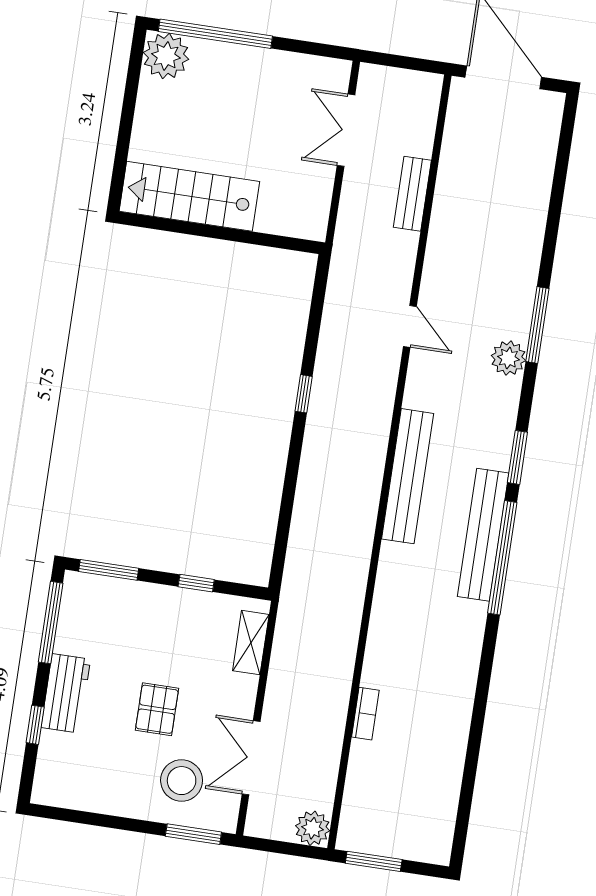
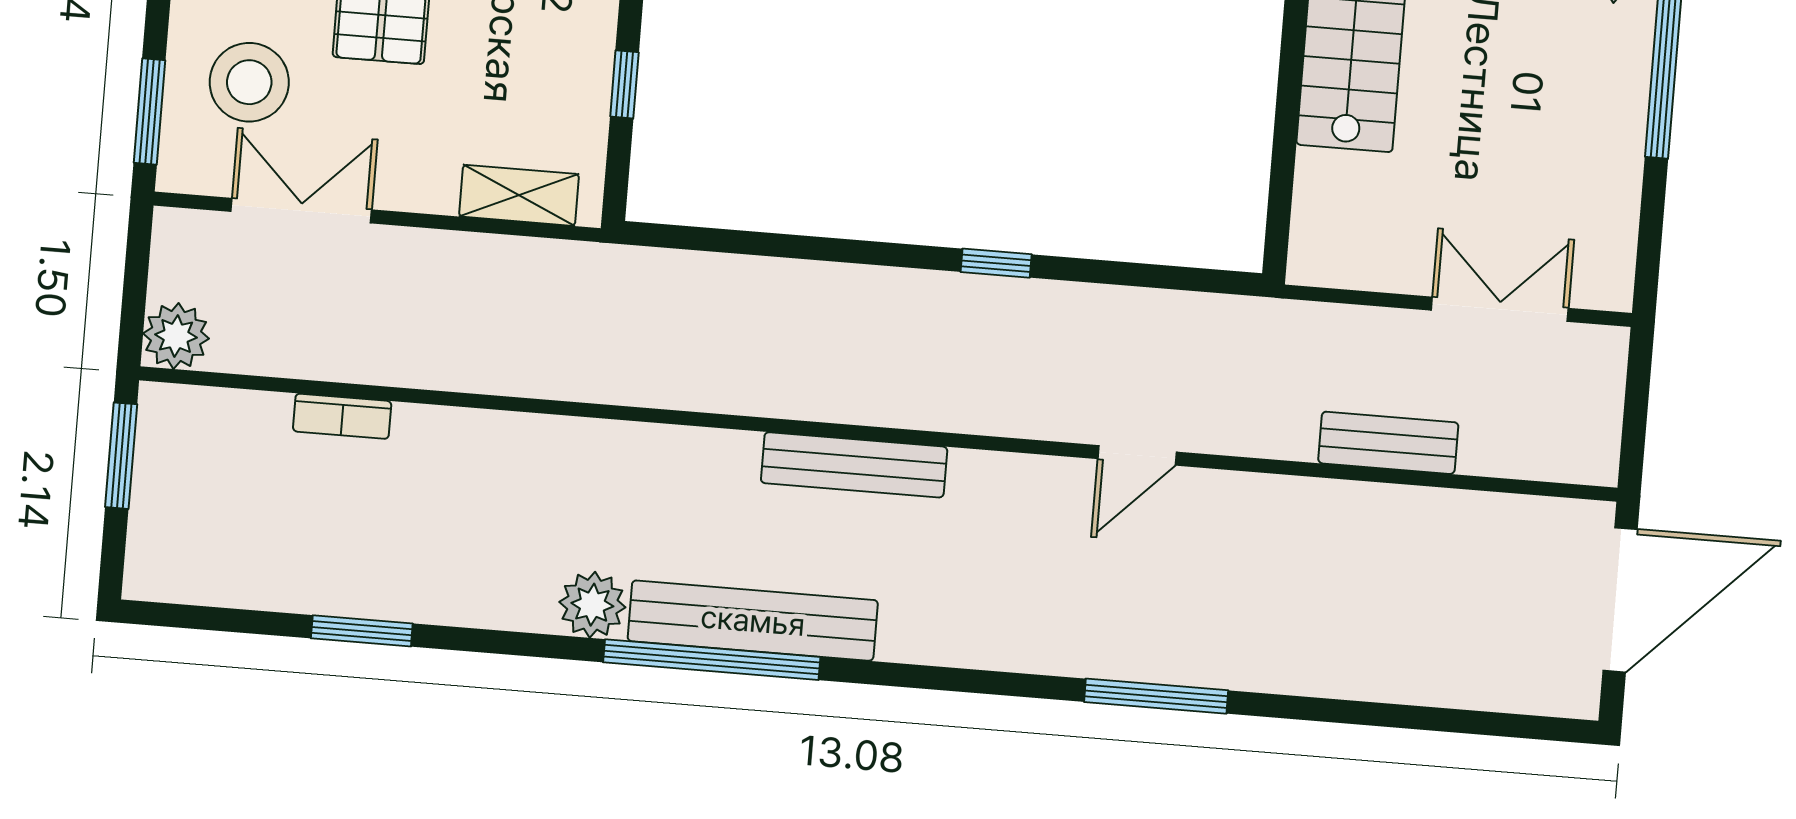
plant: (508, 358) -> (592, 605), moved
window: (517, 457) -> (362, 631), moved
bench: (408, 476) -> (854, 465), width x0.73, depth x0.82
bookcase: (365, 714) -> (342, 416), moved

